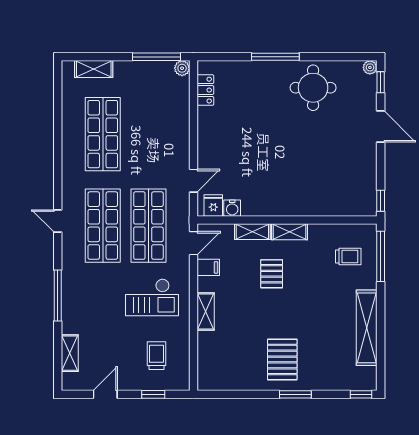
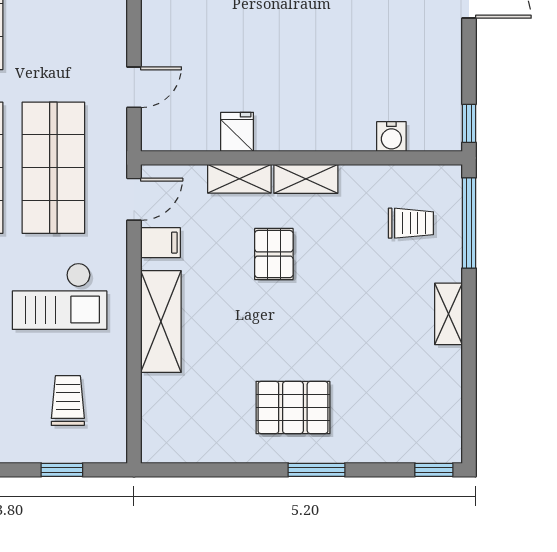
fridge: (213, 205) -> (237, 132), moved
water cooler: (232, 208) -> (391, 137), moved
shelving: (206, 311) -> (161, 322), width x1.50, depth x1.33
shelving: (367, 328) -> (449, 314), width x0.45, depth x0.75
pallet: (282, 359) -> (293, 408), turned 90

